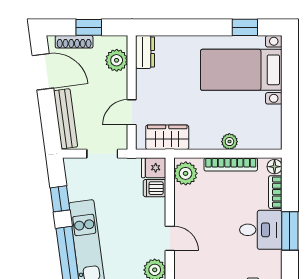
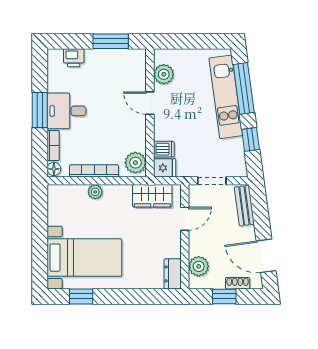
shoe rack: (74, 42) -> (238, 283), width x0.70
bench: (66, 119) -> (244, 206), width x0.73

